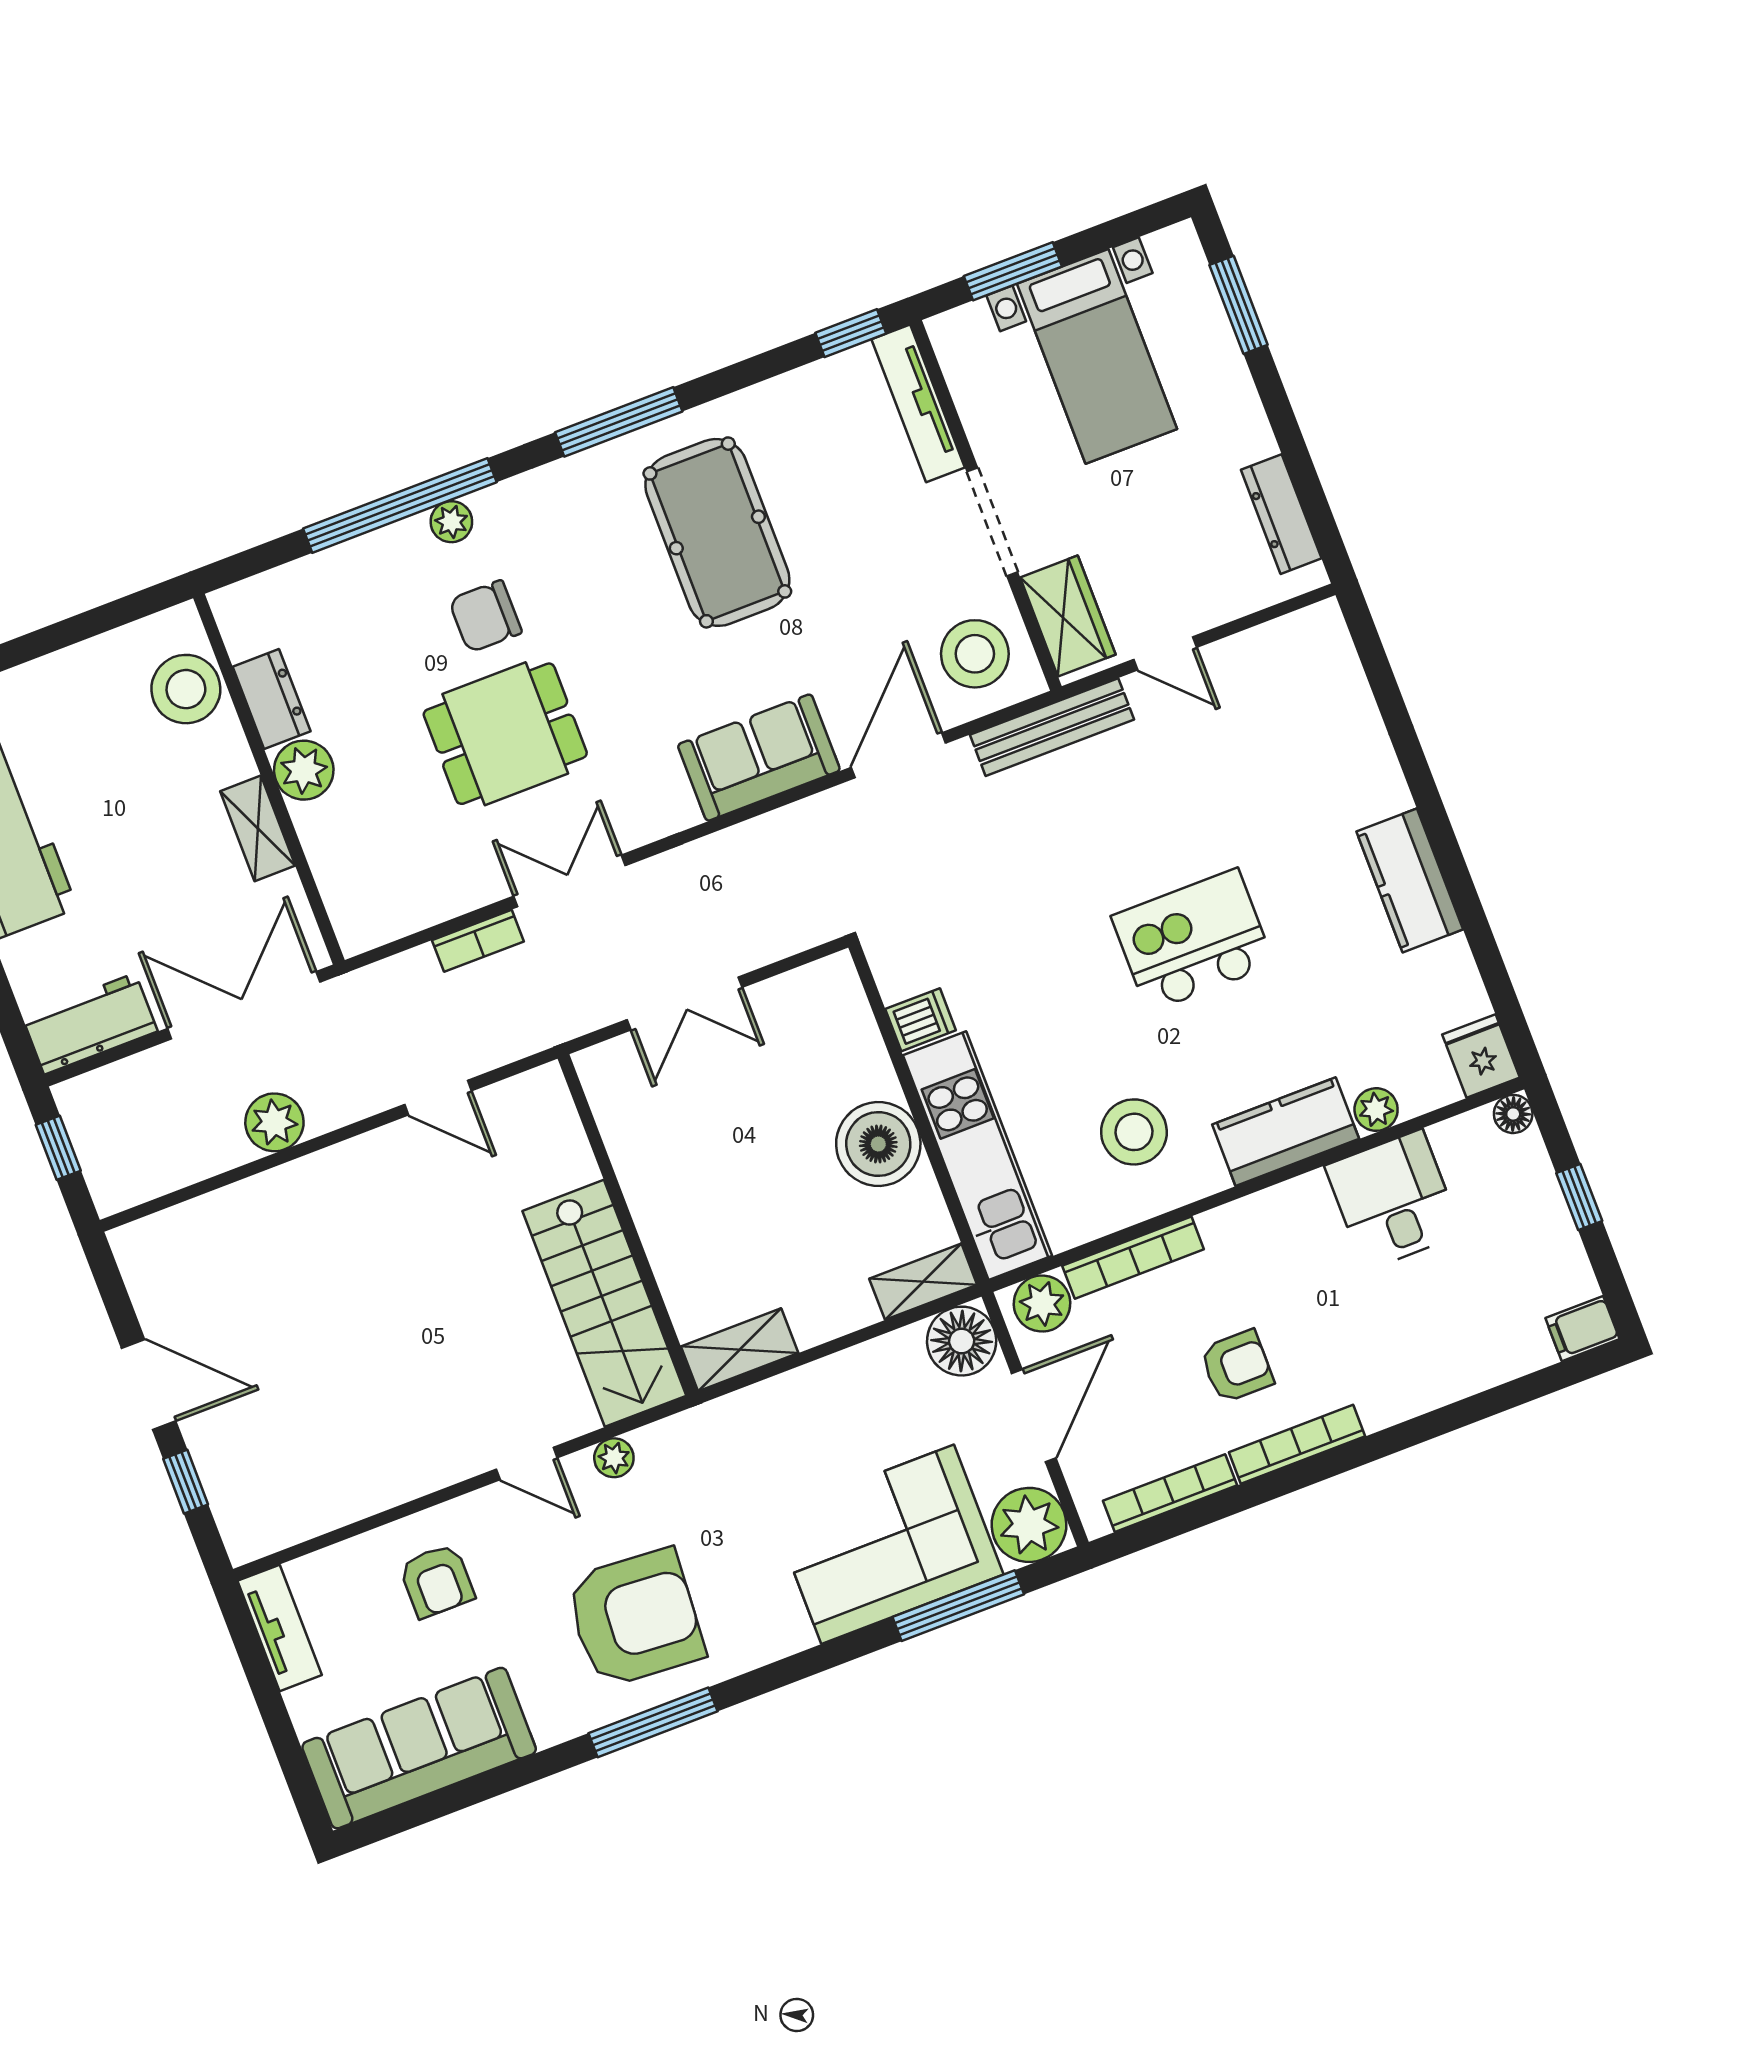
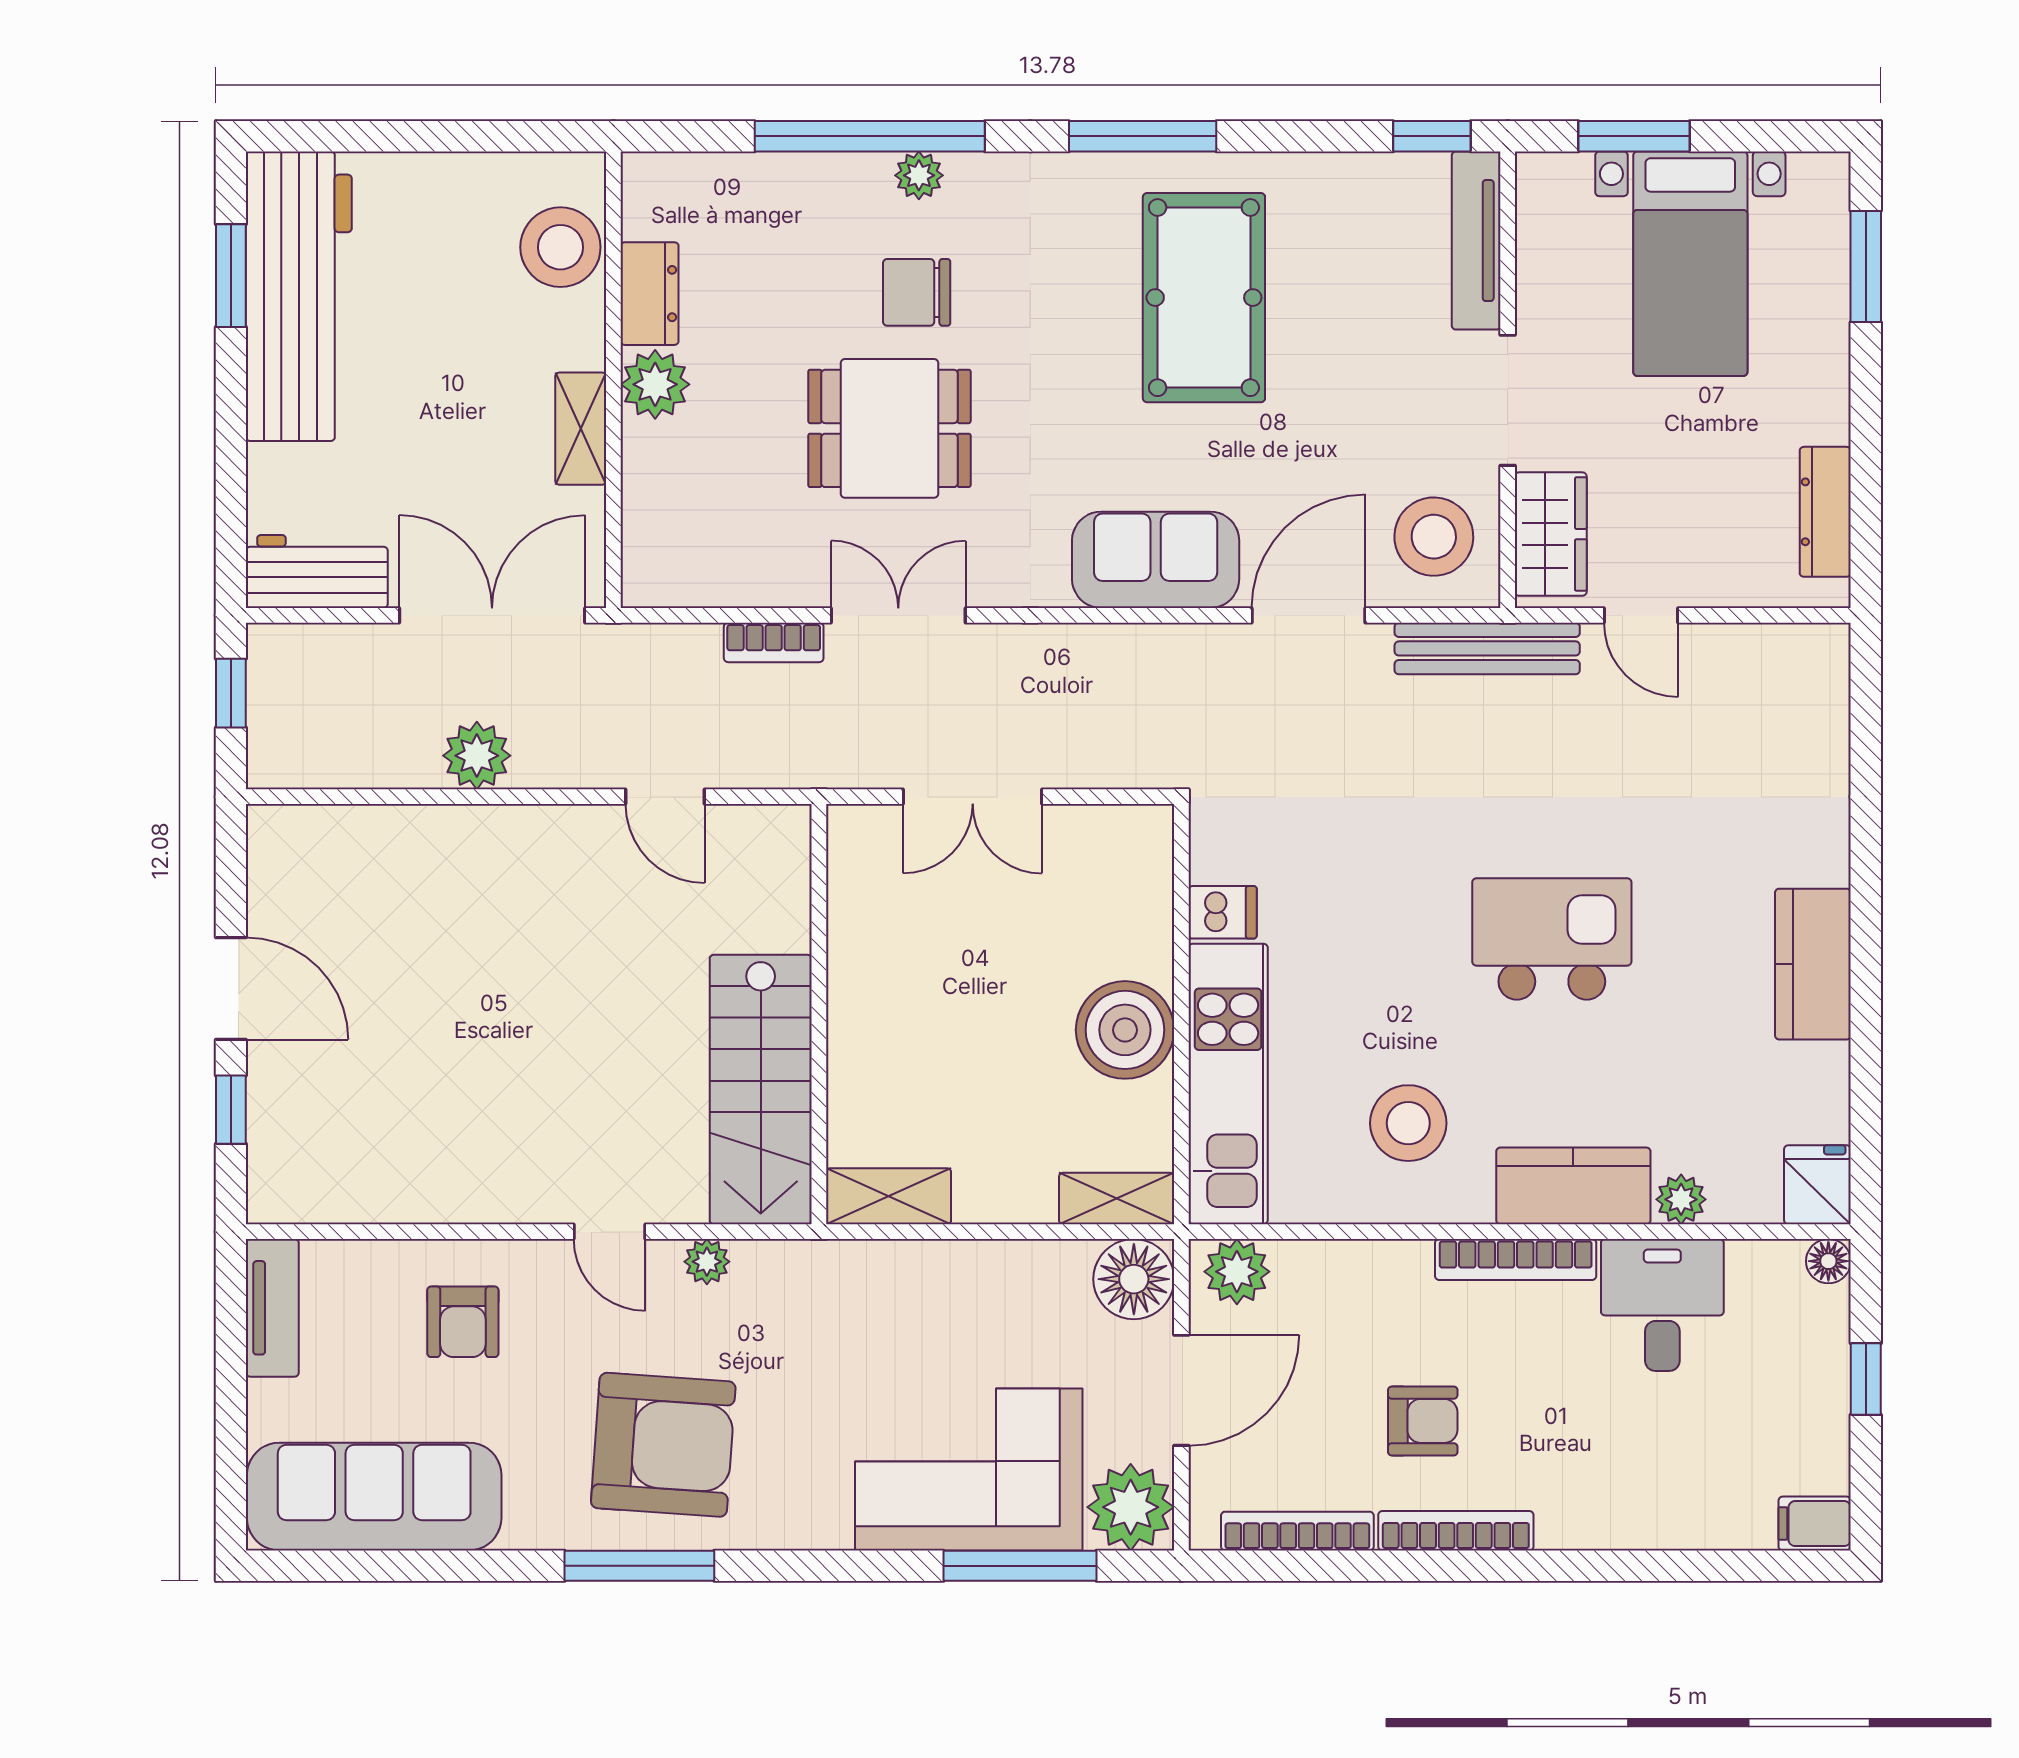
bookcase: (1133, 1258) -> (1516, 1259), moved

